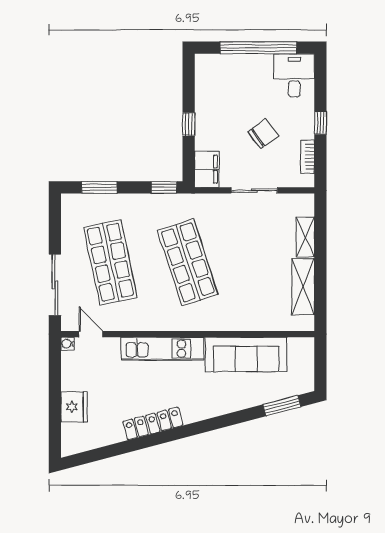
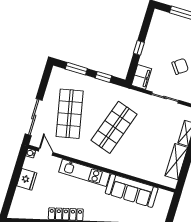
window: (164, 187) -> (104, 77), moved
shop shelf: (188, 262) -> (114, 127), turned 36
fridge: (74, 407) -> (27, 179), moved

